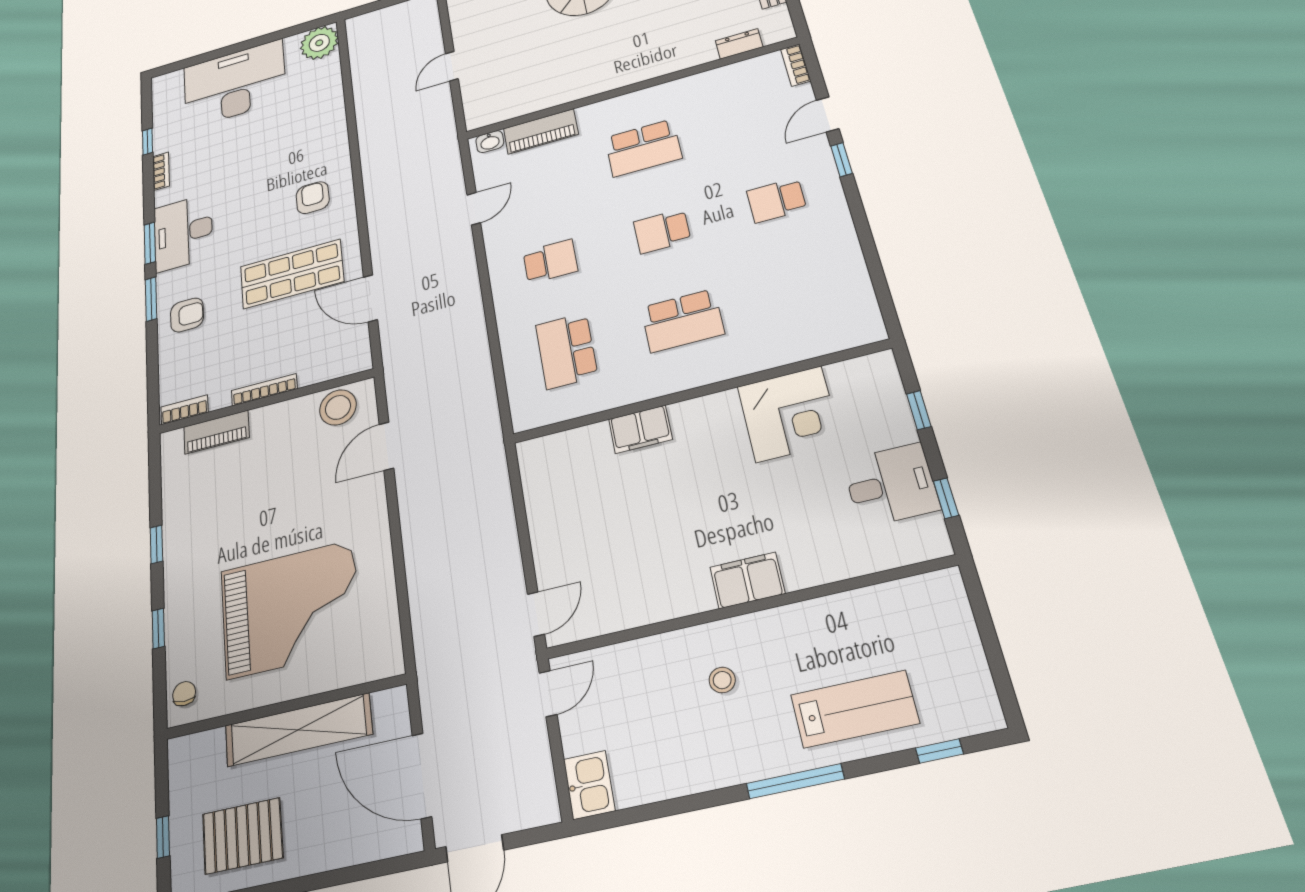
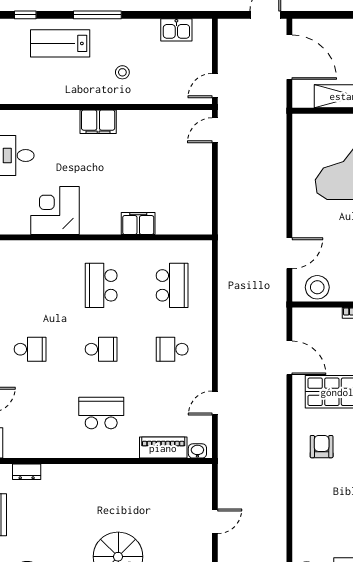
armchair: (313, 198) -> (322, 447), turned 180
school desk: (682, 321) -> (101, 285), turned -90
kitchen sink: (589, 785) -> (176, 30), moved, turned -90

